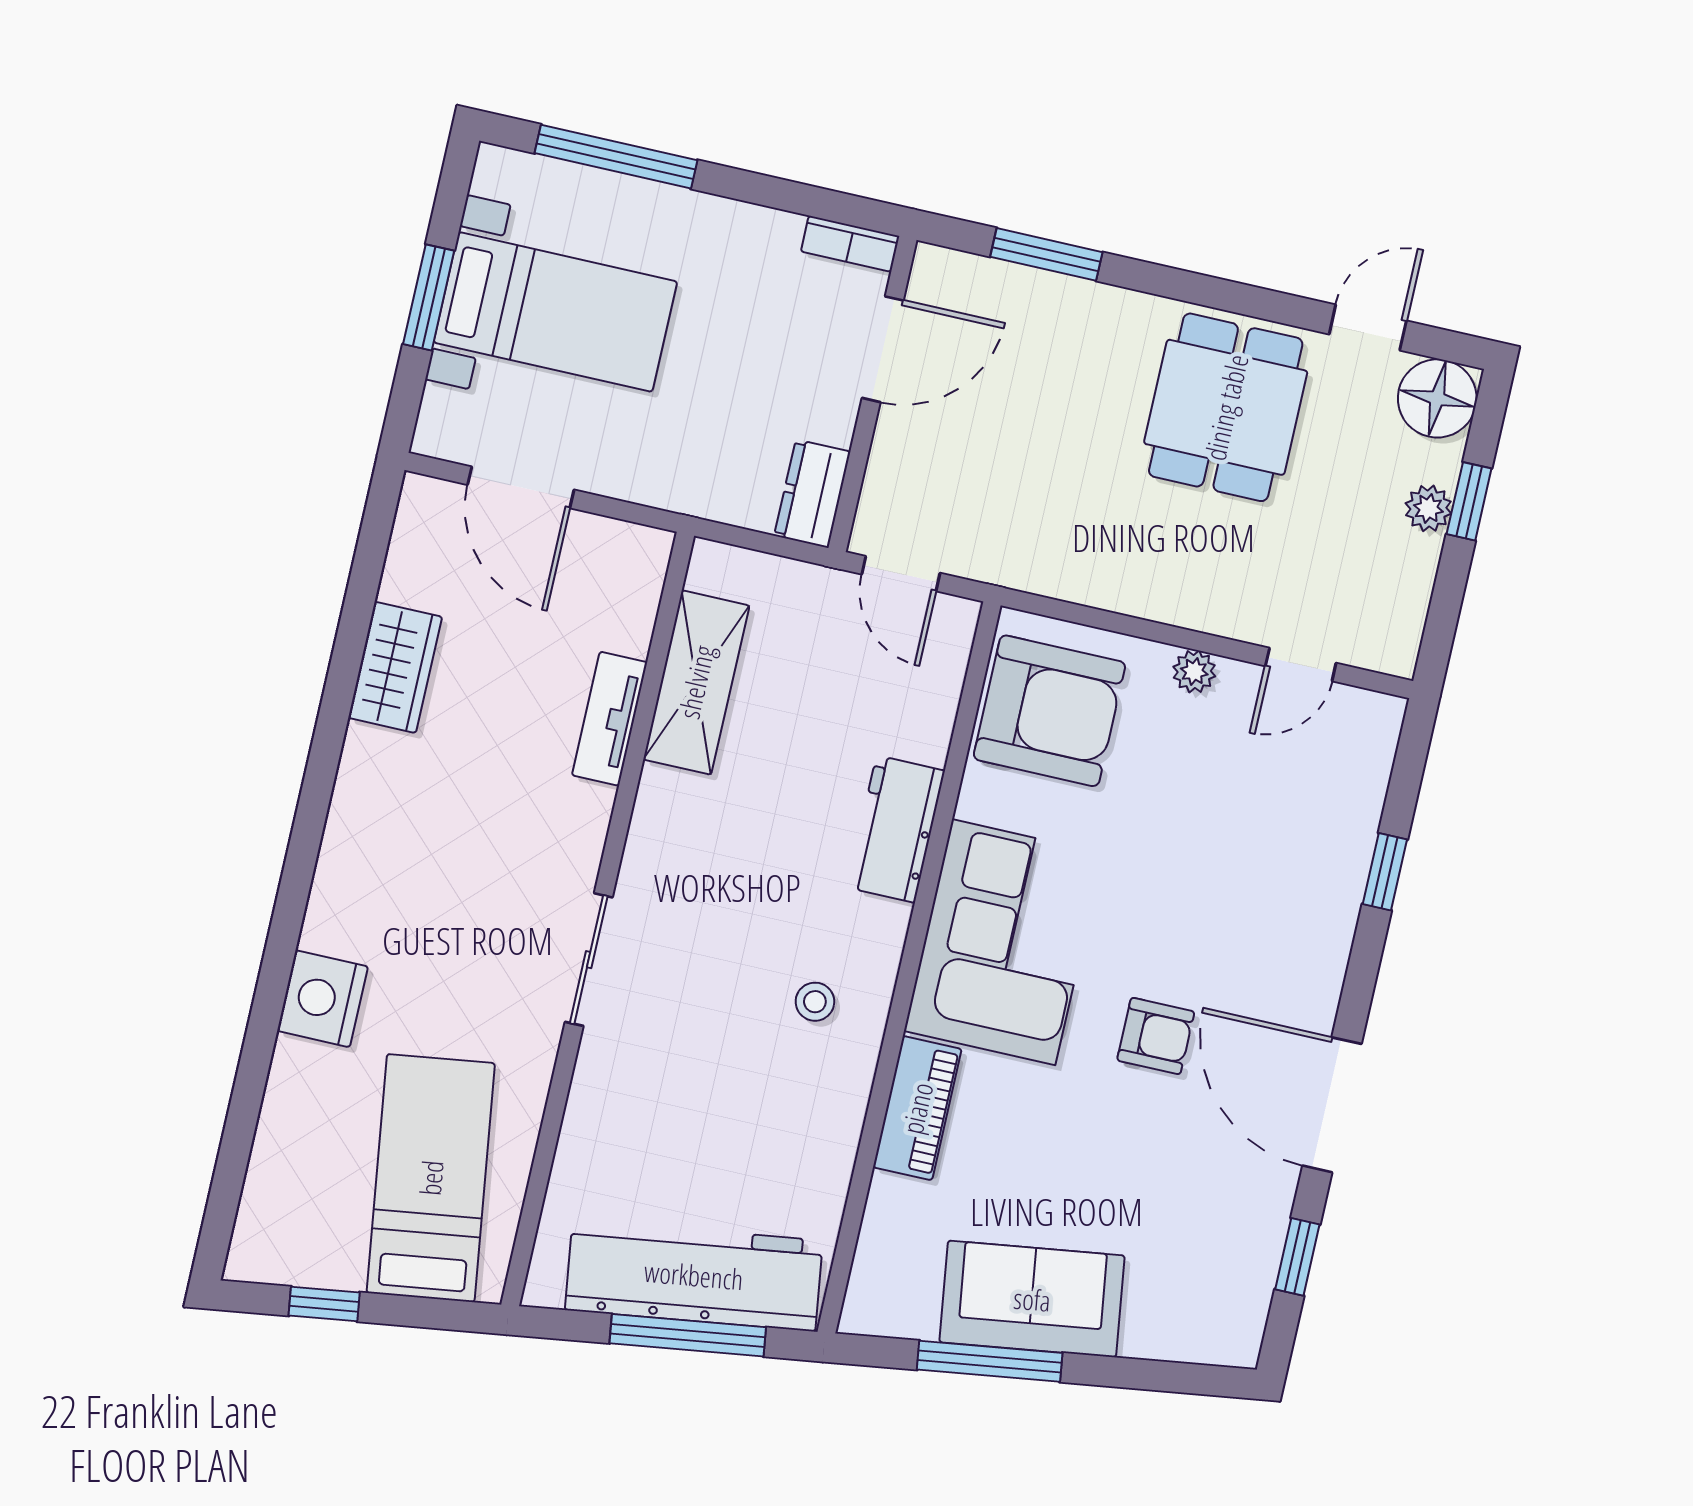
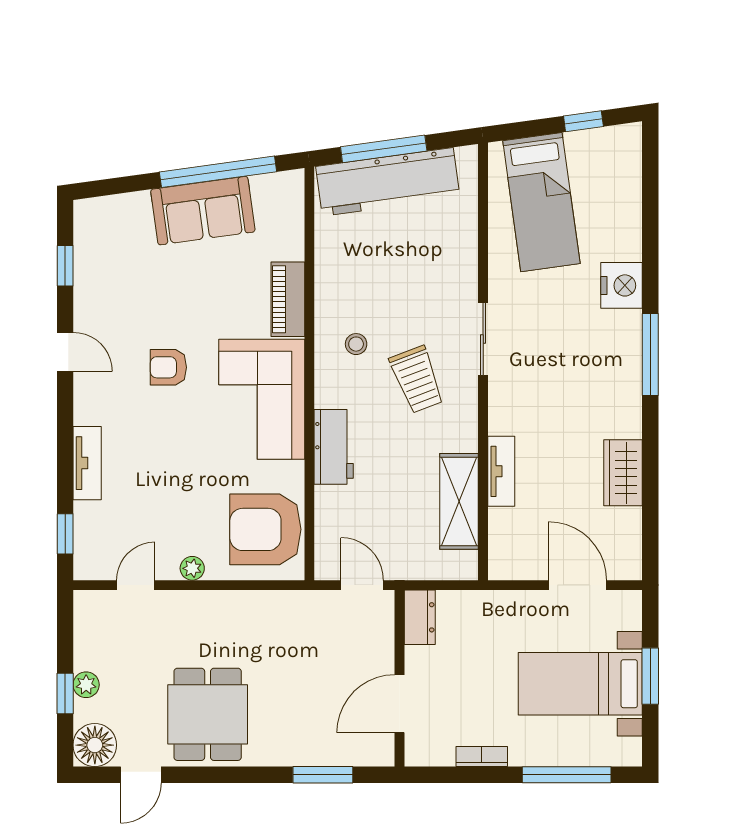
bookcase: (850, 244) -> (482, 756), moved
window: (300, 865) -> (650, 355), added
window: (1385, 872) -> (65, 534), moved
tv unit: (1338, 899) -> (87, 463), added
trolley: (722, 915) -> (417, 379), added
door: (1332, 1105) -> (65, 352), width x0.53
window: (990, 1361) -> (218, 172), width x1.46

